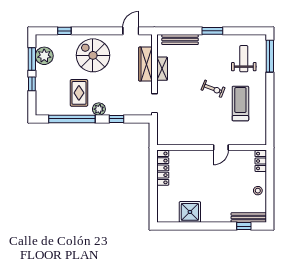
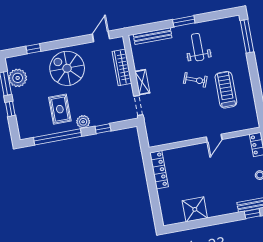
weight bench: (244, 59) -> (198, 47), moved
shelving: (162, 69) -> (142, 82), moved

